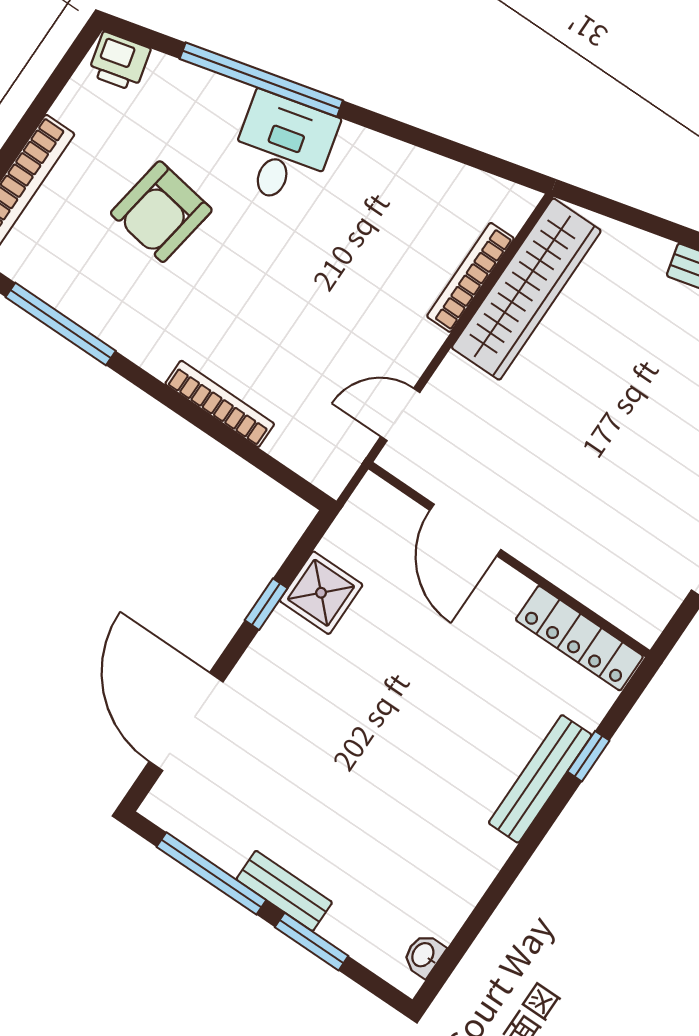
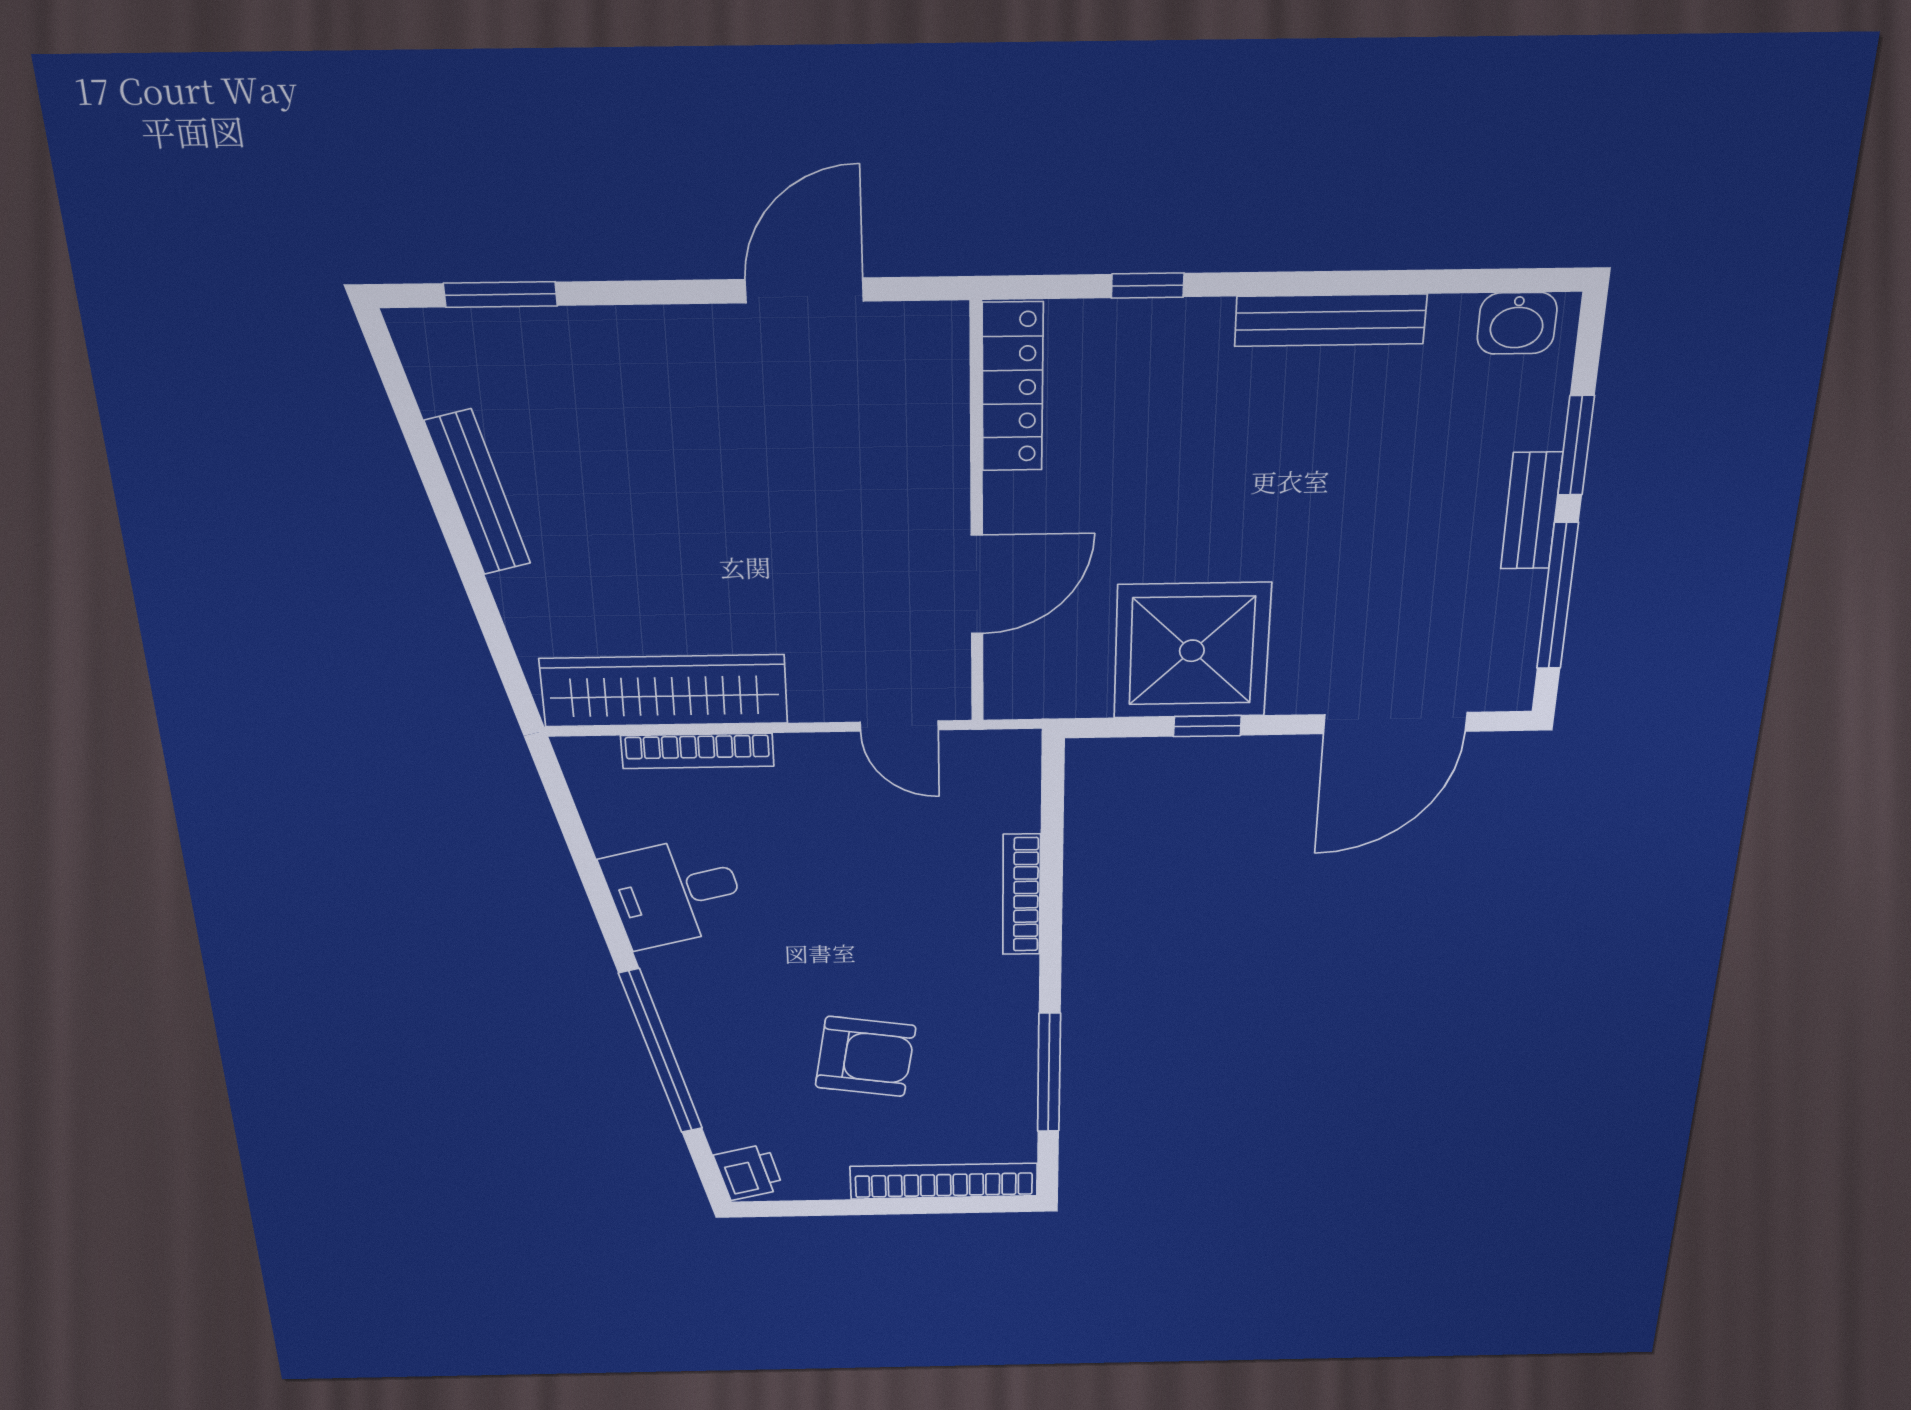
desk: (283, 149) -> (675, 893), moved
shower: (321, 593) -> (1192, 651), width x1.86, depth x1.86
bench: (540, 779) -> (1330, 320), moved
washbasin: (424, 955) -> (1517, 323), width x1.38, depth x1.45

